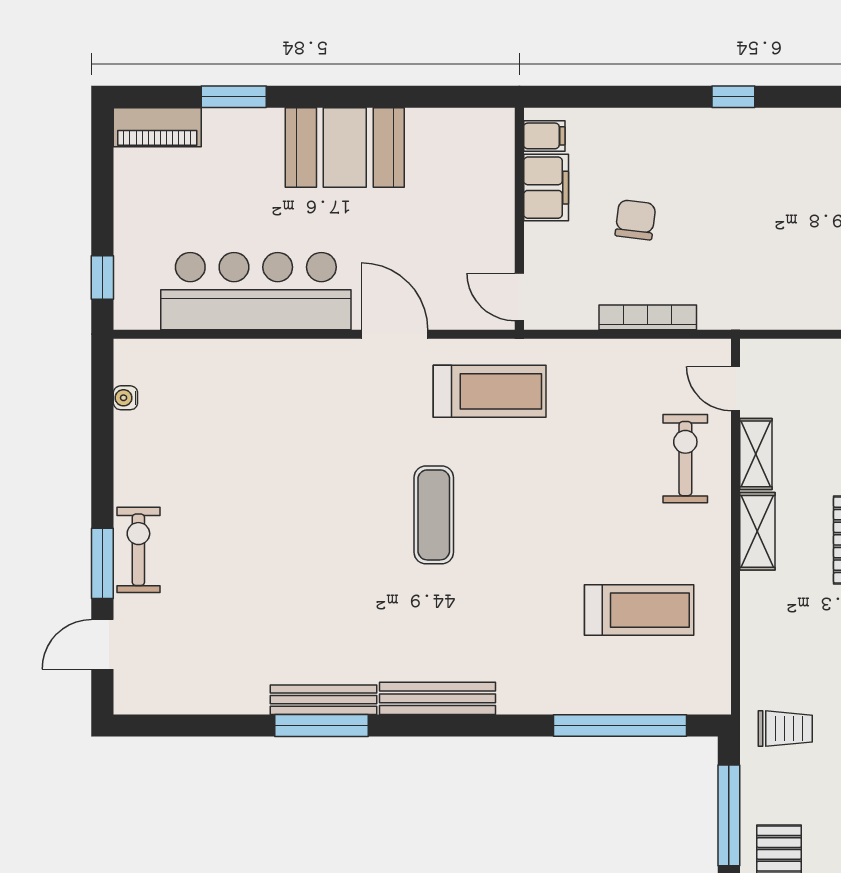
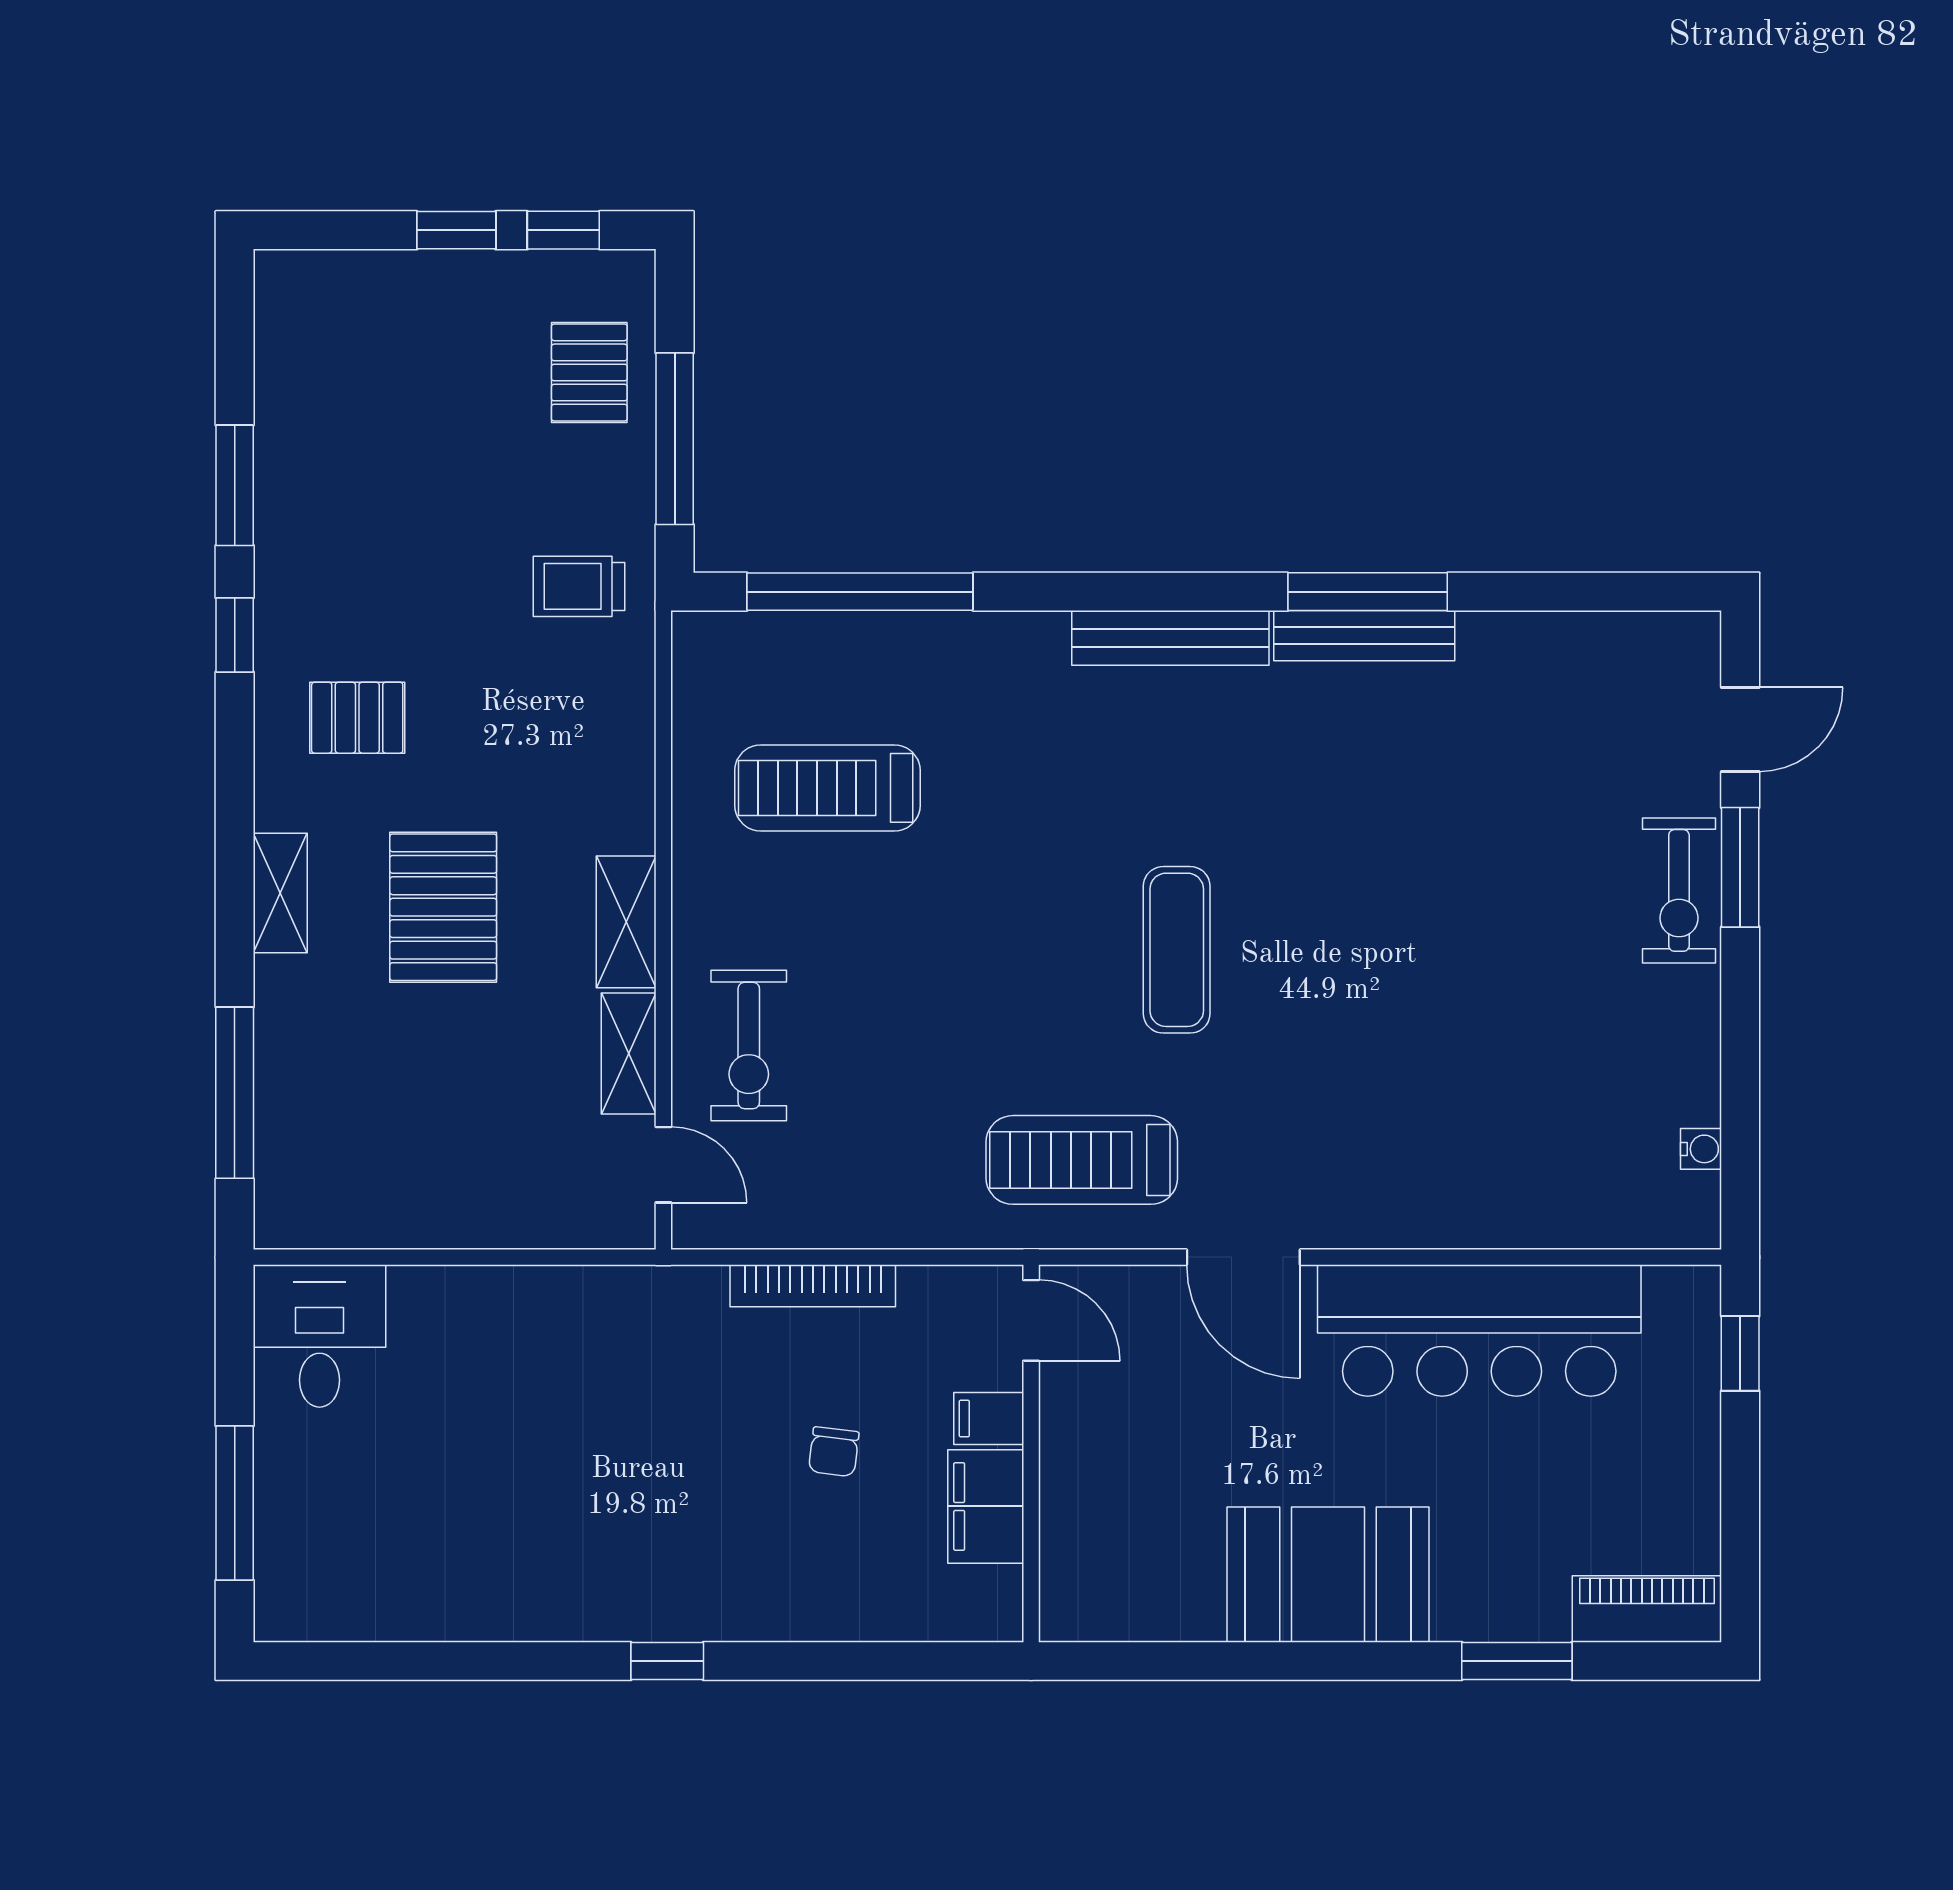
filing cabinet: (544, 136) -> (989, 1419), moved
chair: (635, 220) -> (834, 1452), width x0.73, depth x0.73

